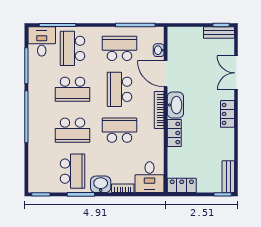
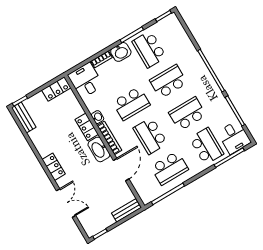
bench: (219, 33) -> (126, 210), moved
washbasin: (159, 50) -> (97, 117), moved
door: (166, 74) -> (121, 170), hinge flipped
school desk: (119, 89) -> (150, 136), turned 180

